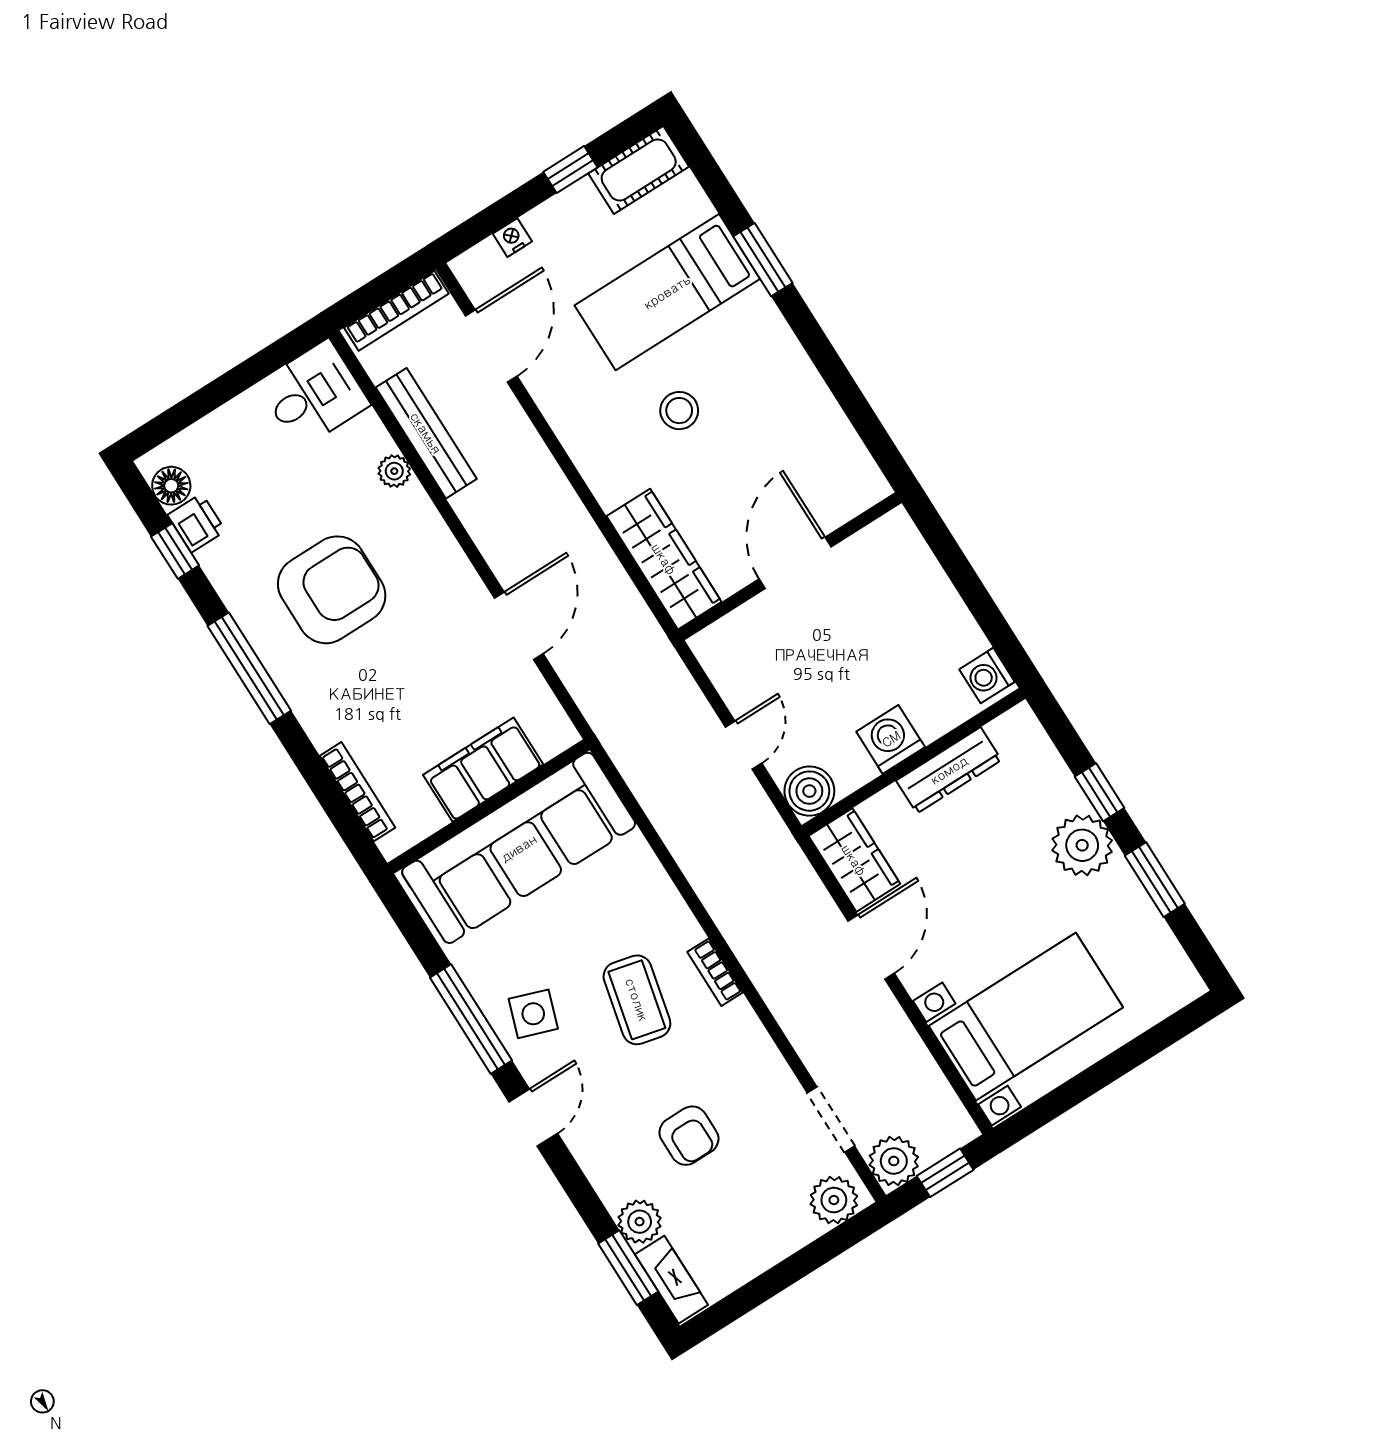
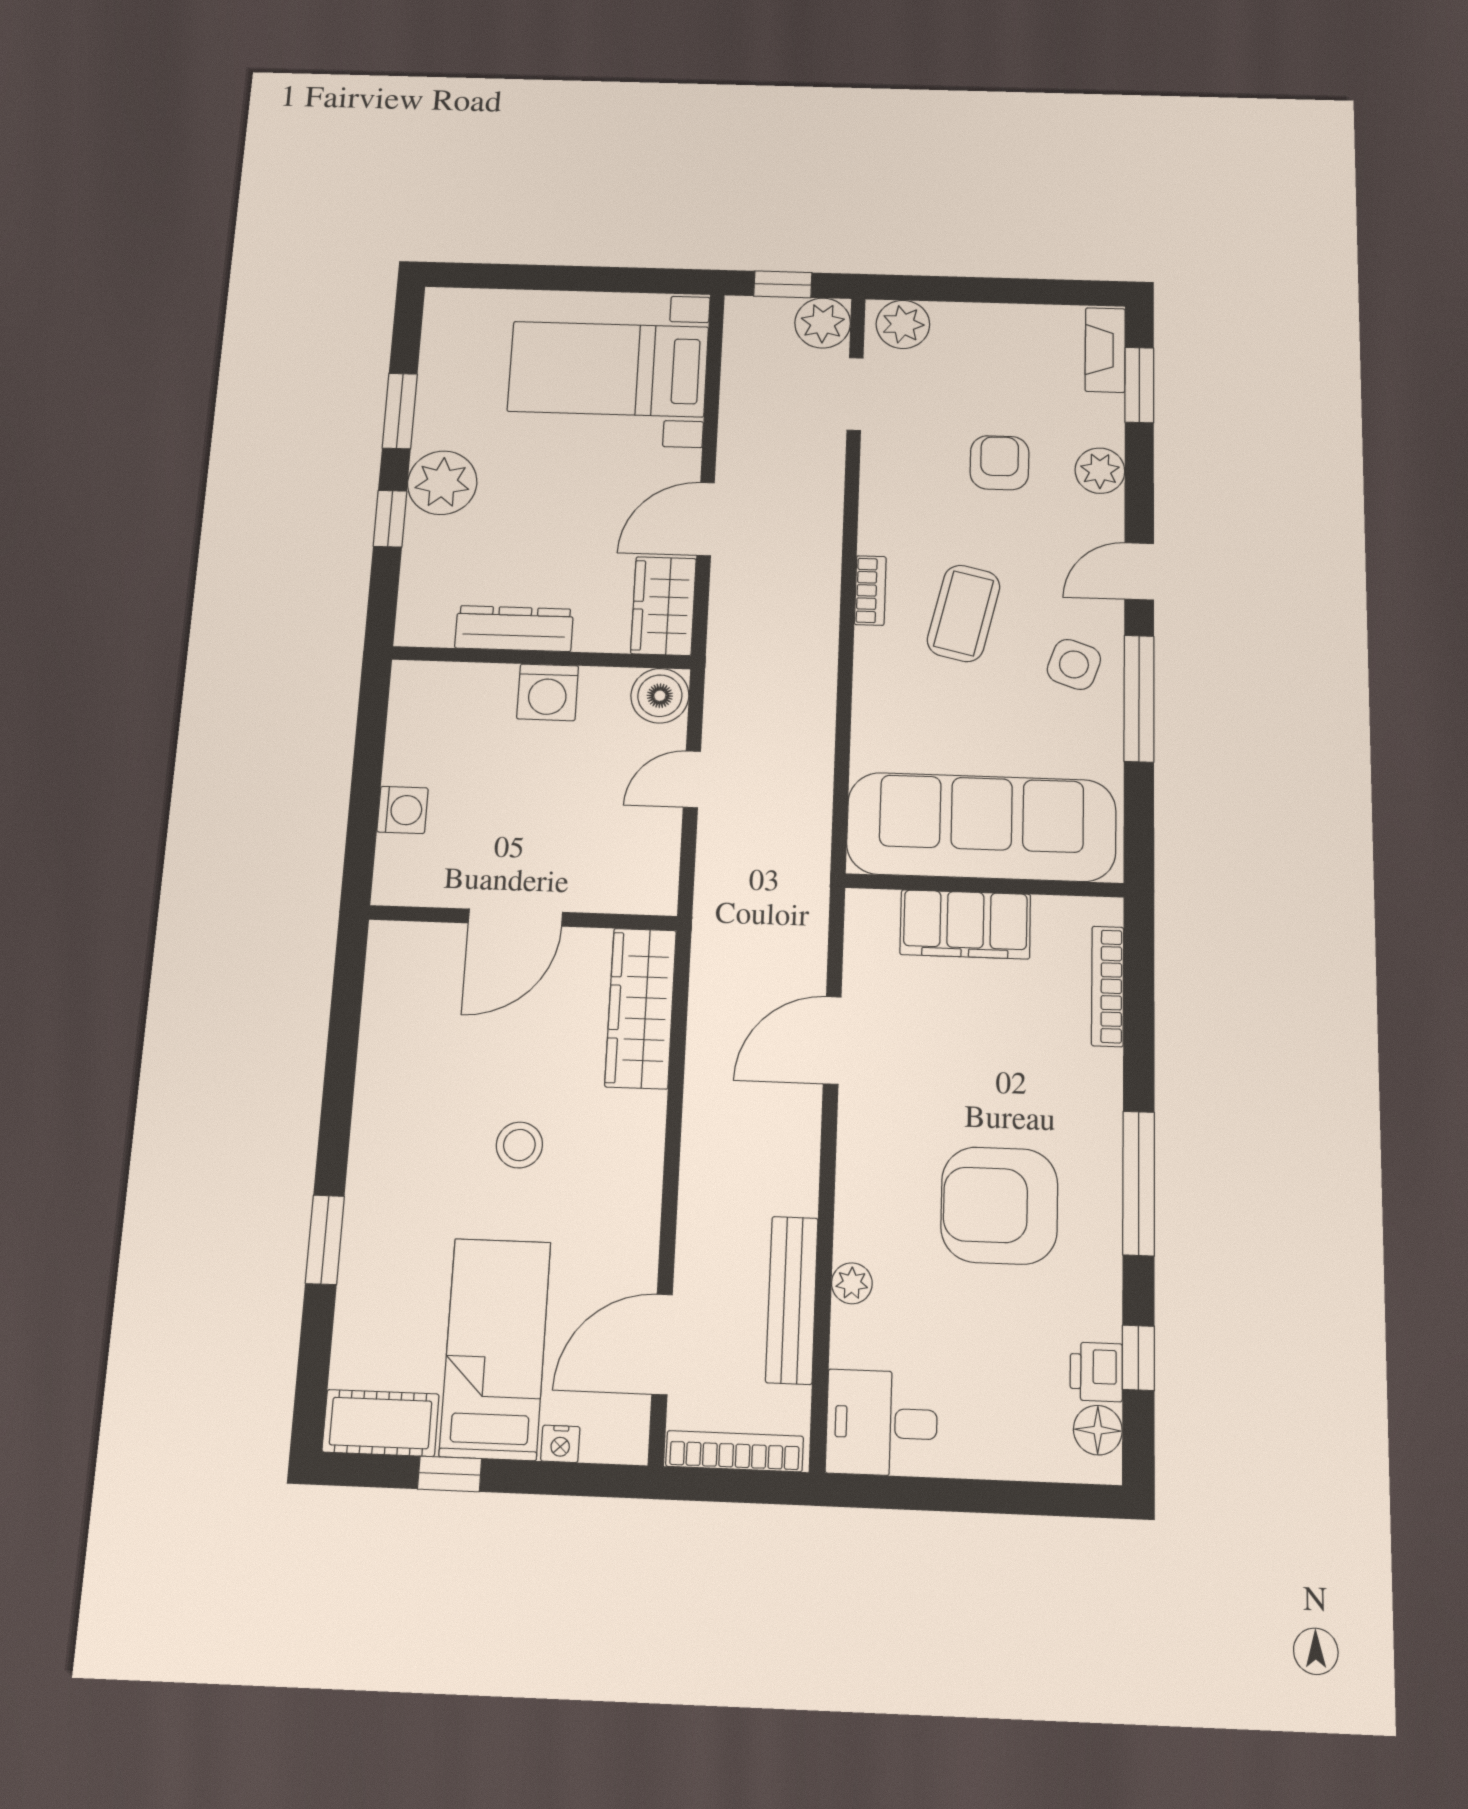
bed: (667, 292) -> (495, 1349), moved, turned -90
washing machine: (987, 676) -> (403, 810), moved
plant: (640, 1222) -> (1100, 471), moved

